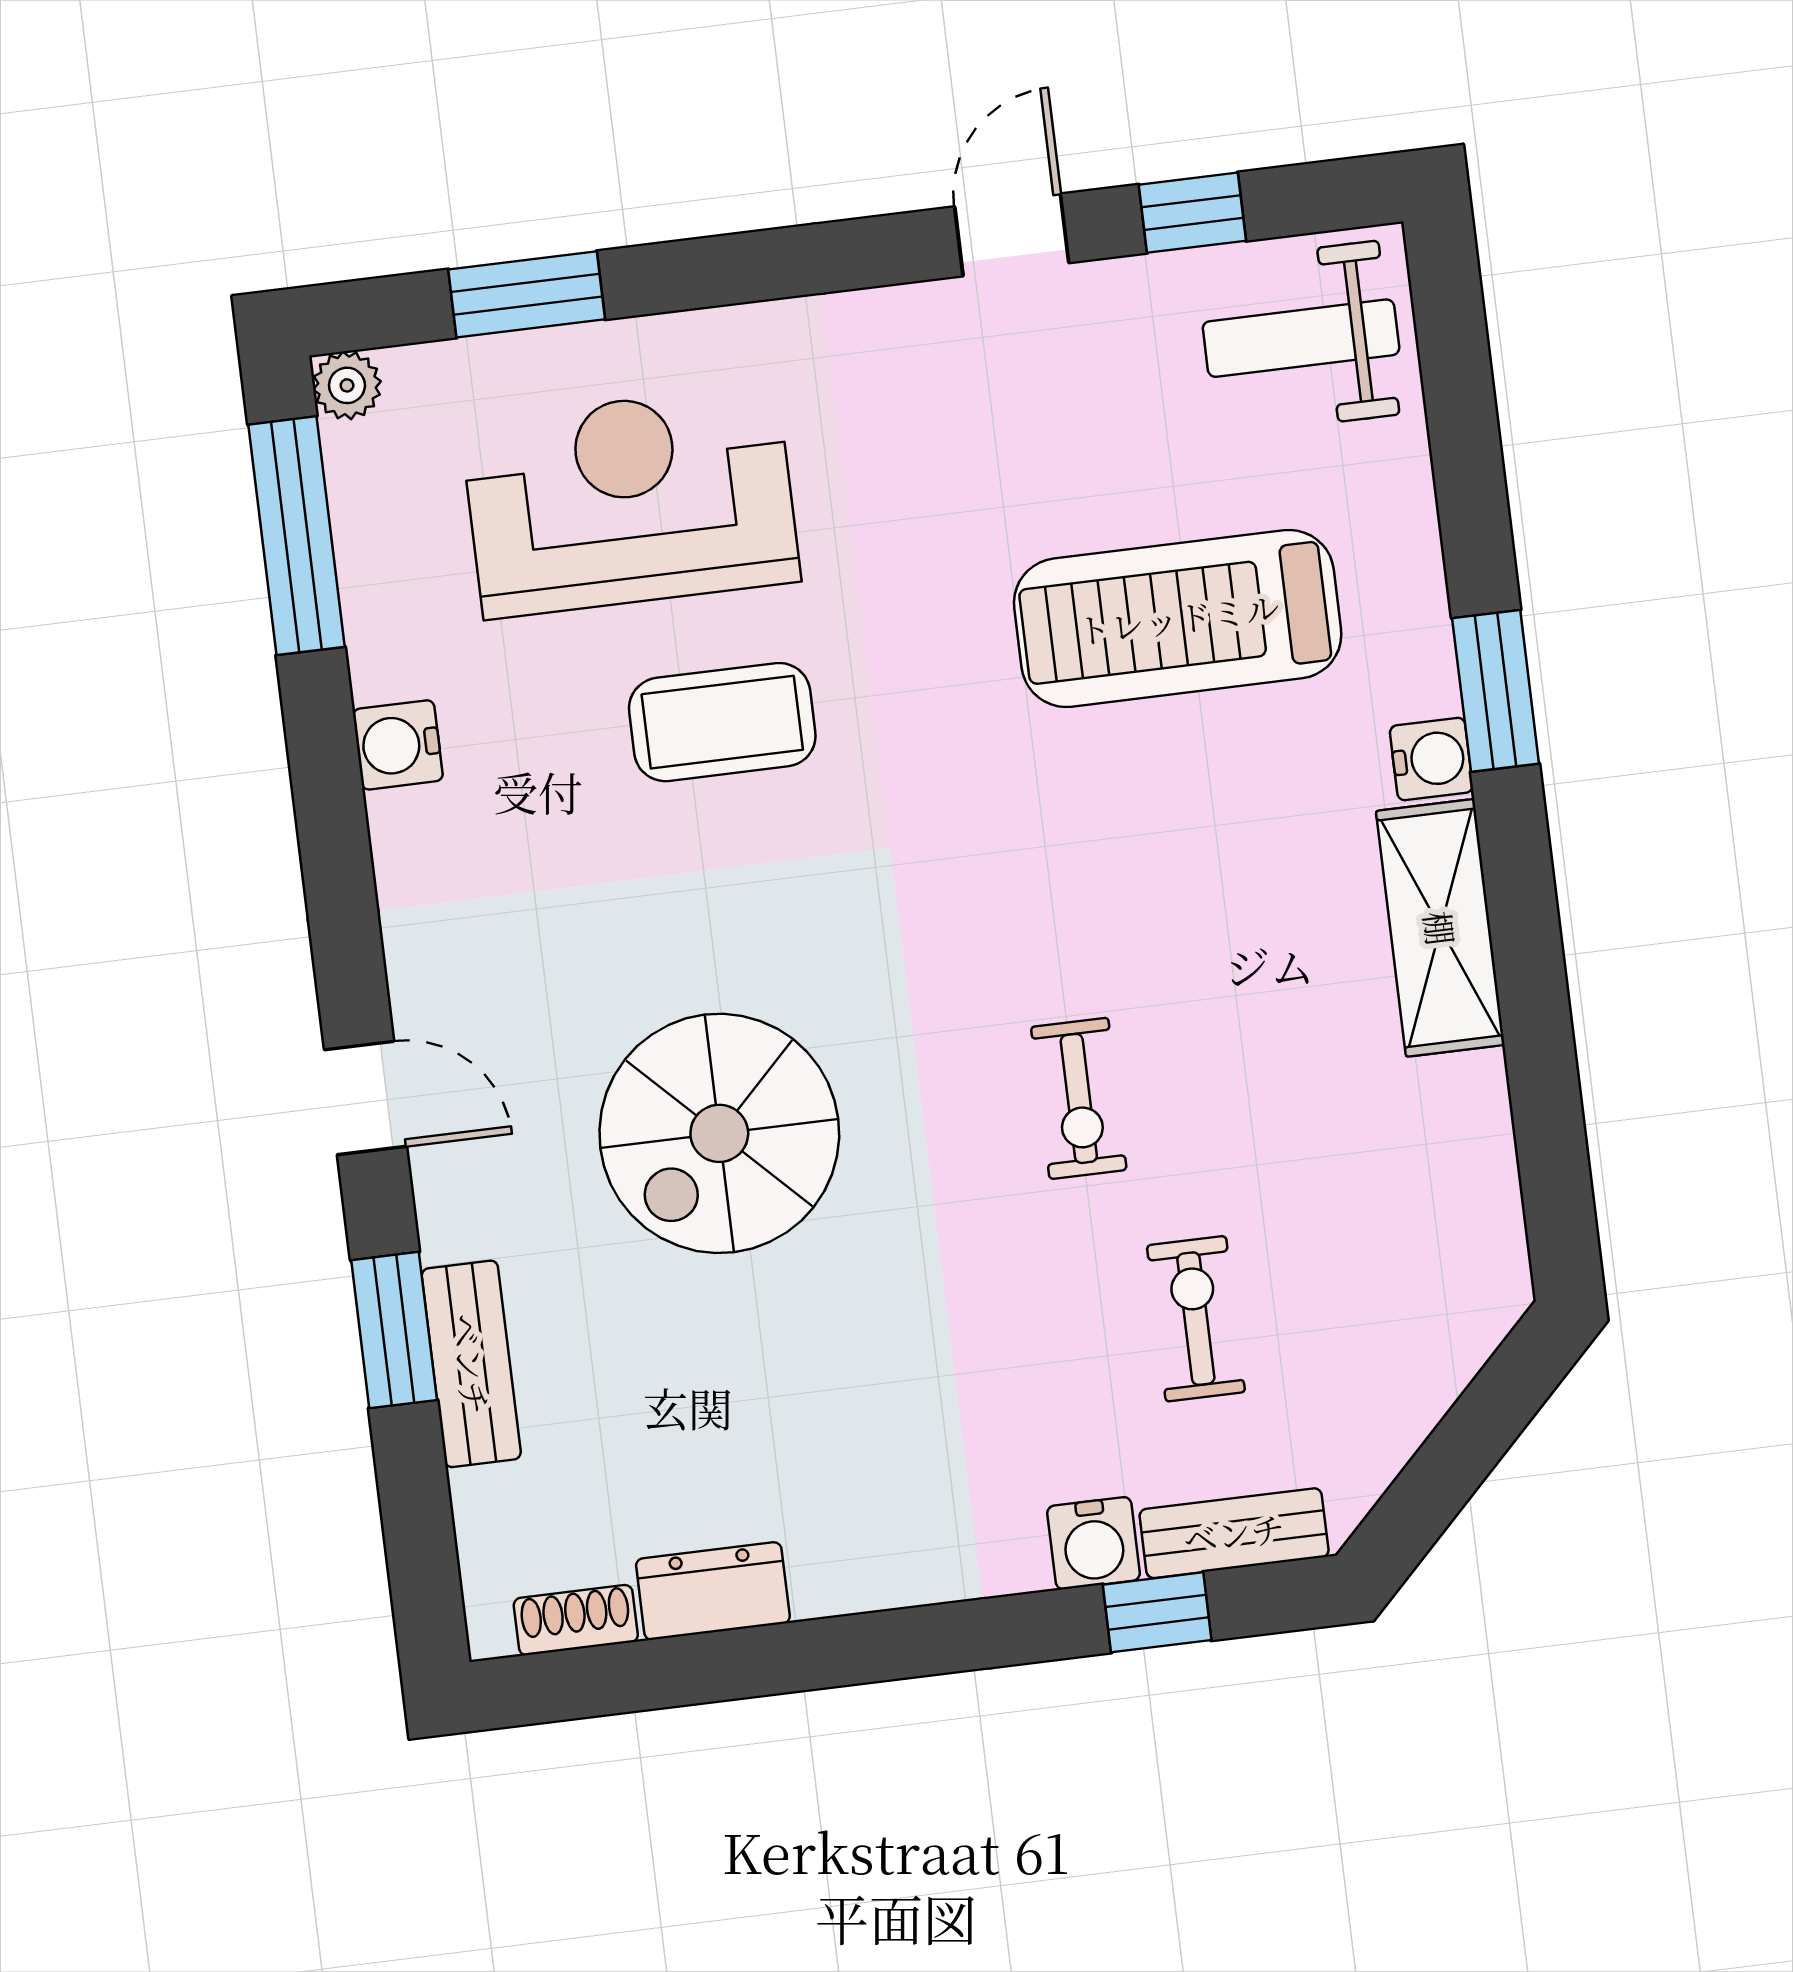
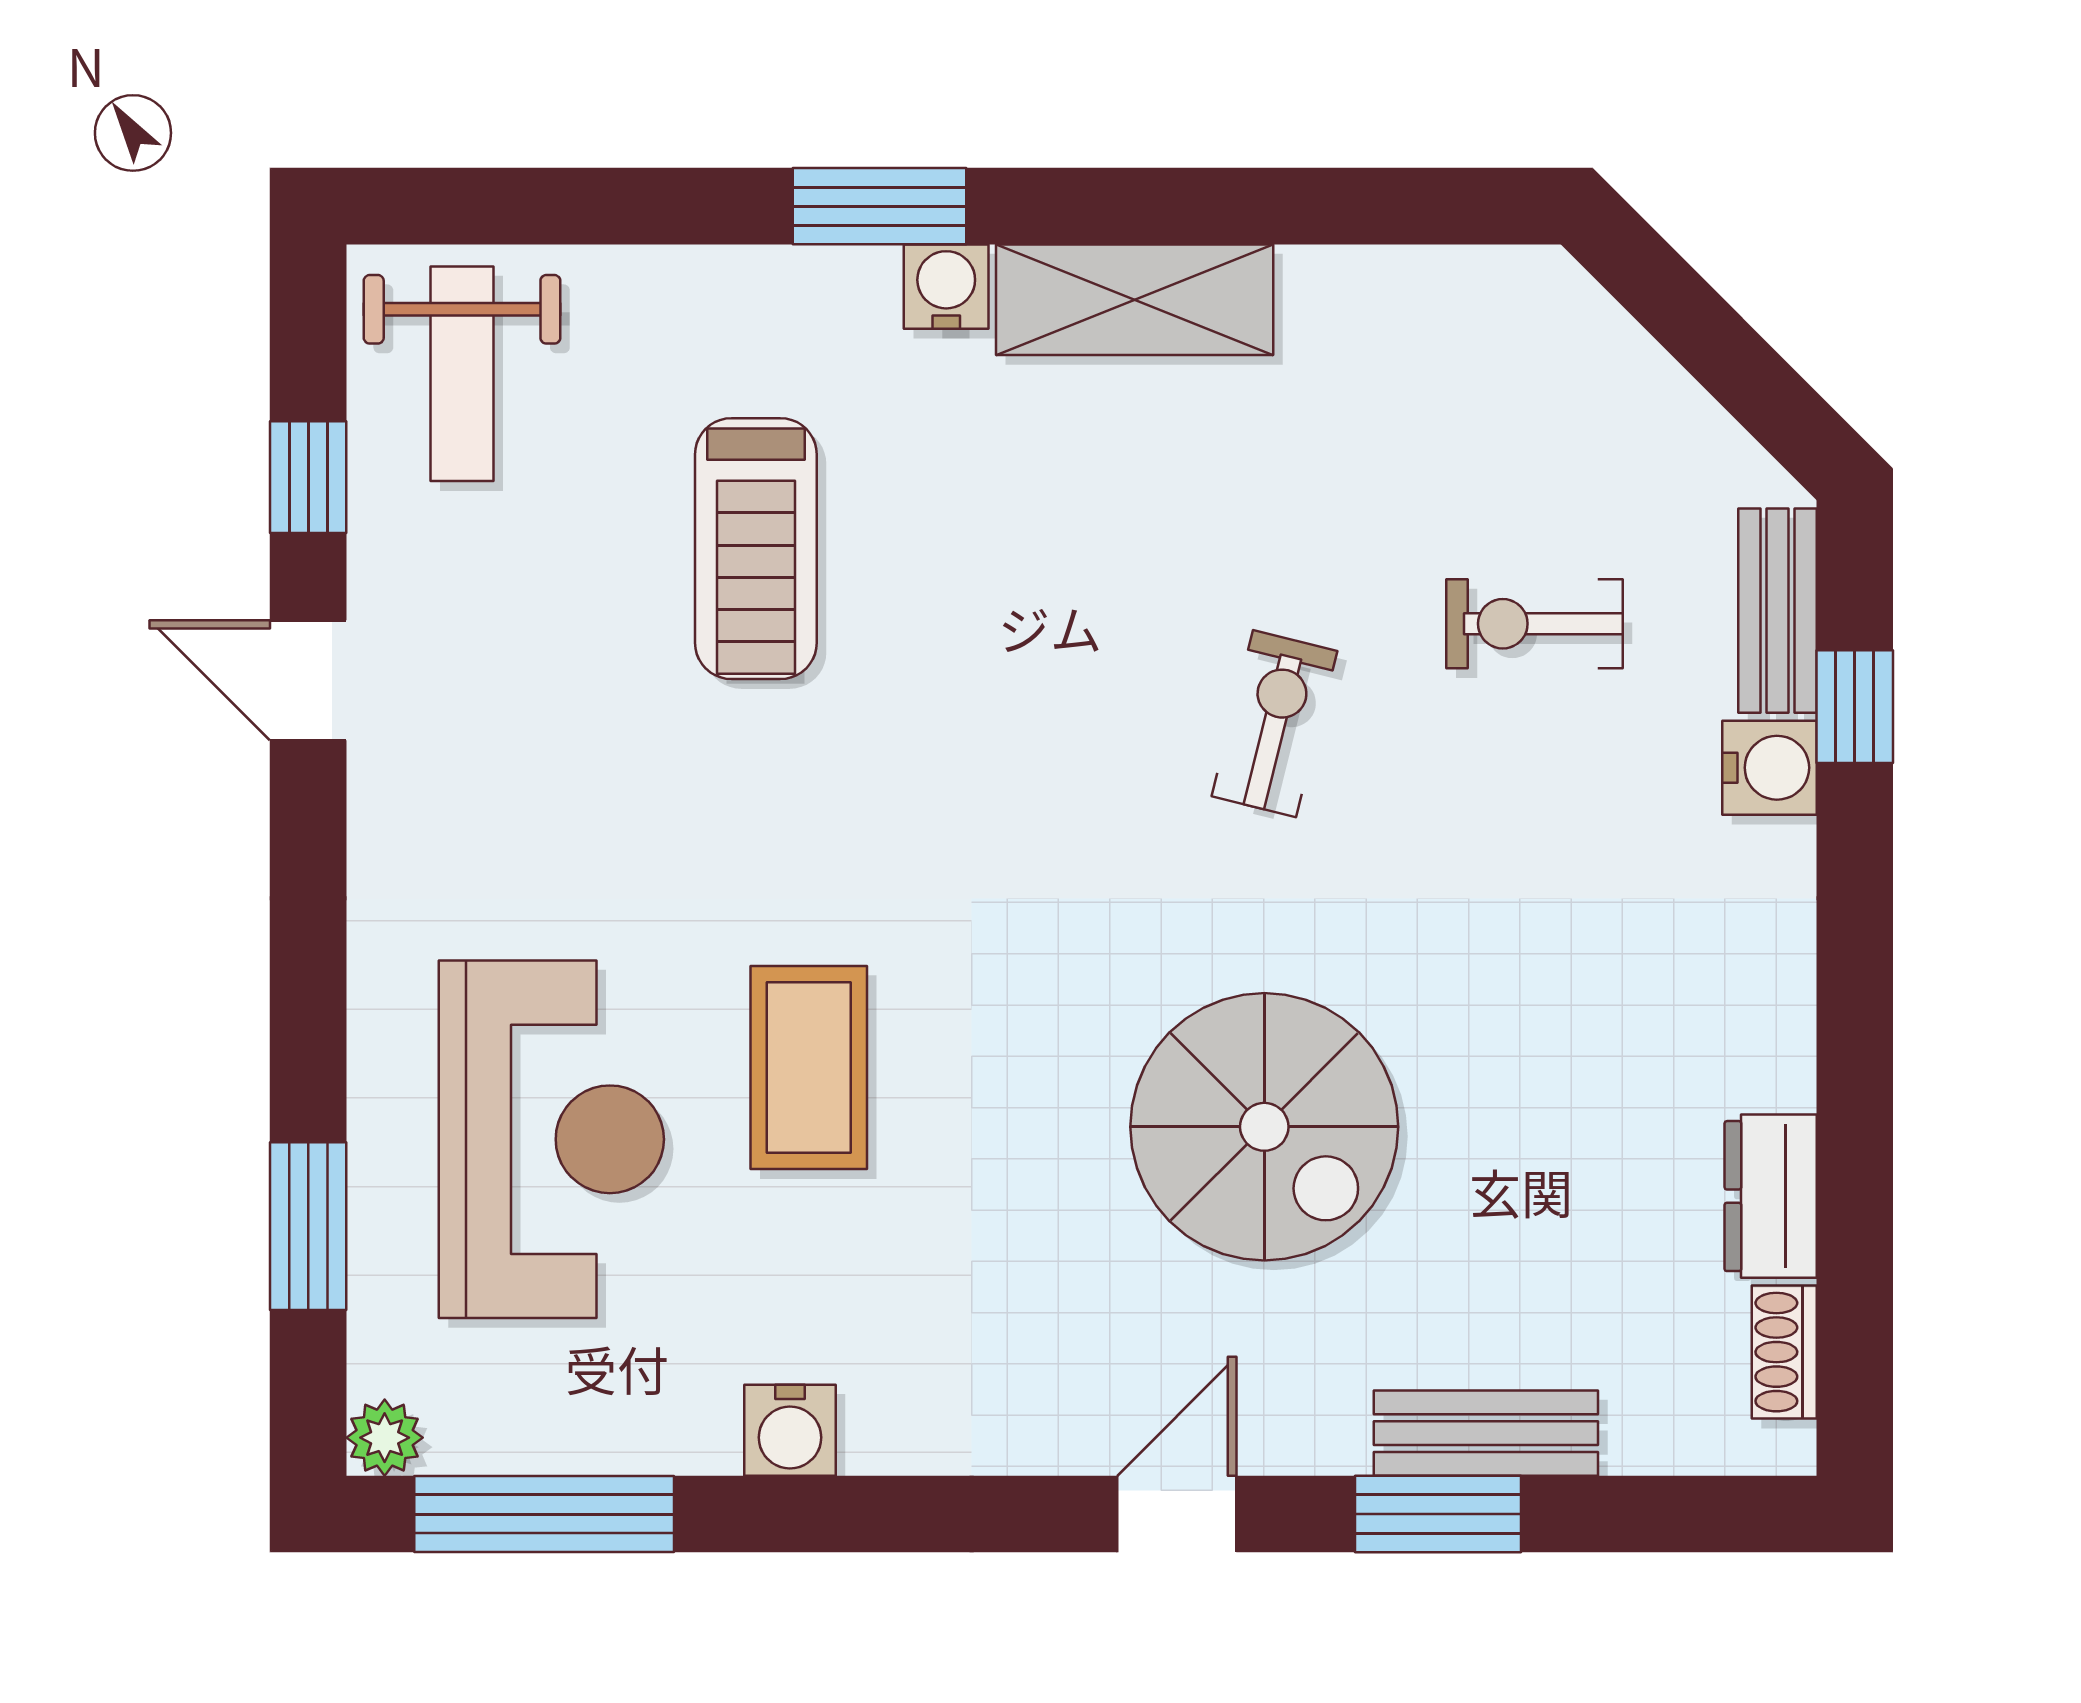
reception desk: (630, 501) -> (551, 1139), turned 180
treadmill: (1178, 618) -> (756, 549), width x0.73, depth x0.73
exercise bike: (1079, 1098) -> (1274, 724), turned -76

